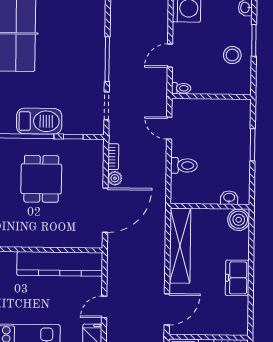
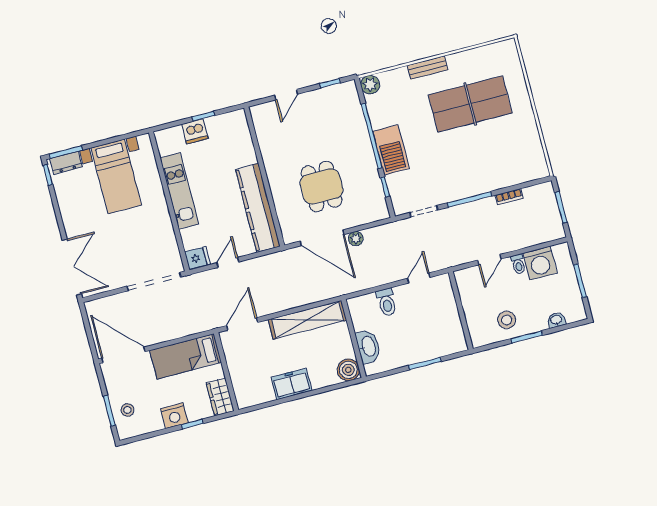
door: (170, 56) -> (489, 260), swing flipped
toilet: (181, 88) -> (518, 264), moved
bookcase: (113, 157) -> (509, 197), moved
dining table: (41, 179) -> (322, 186), moved, turned 90
washbasin: (229, 198) -> (368, 347), width x1.91, depth x1.45
door: (104, 307) -> (228, 262), hinge flipped
door: (167, 309) -> (242, 324), swing flipped

